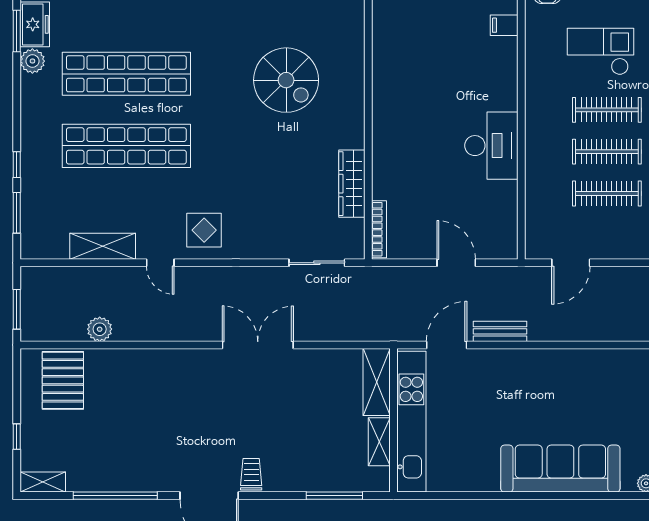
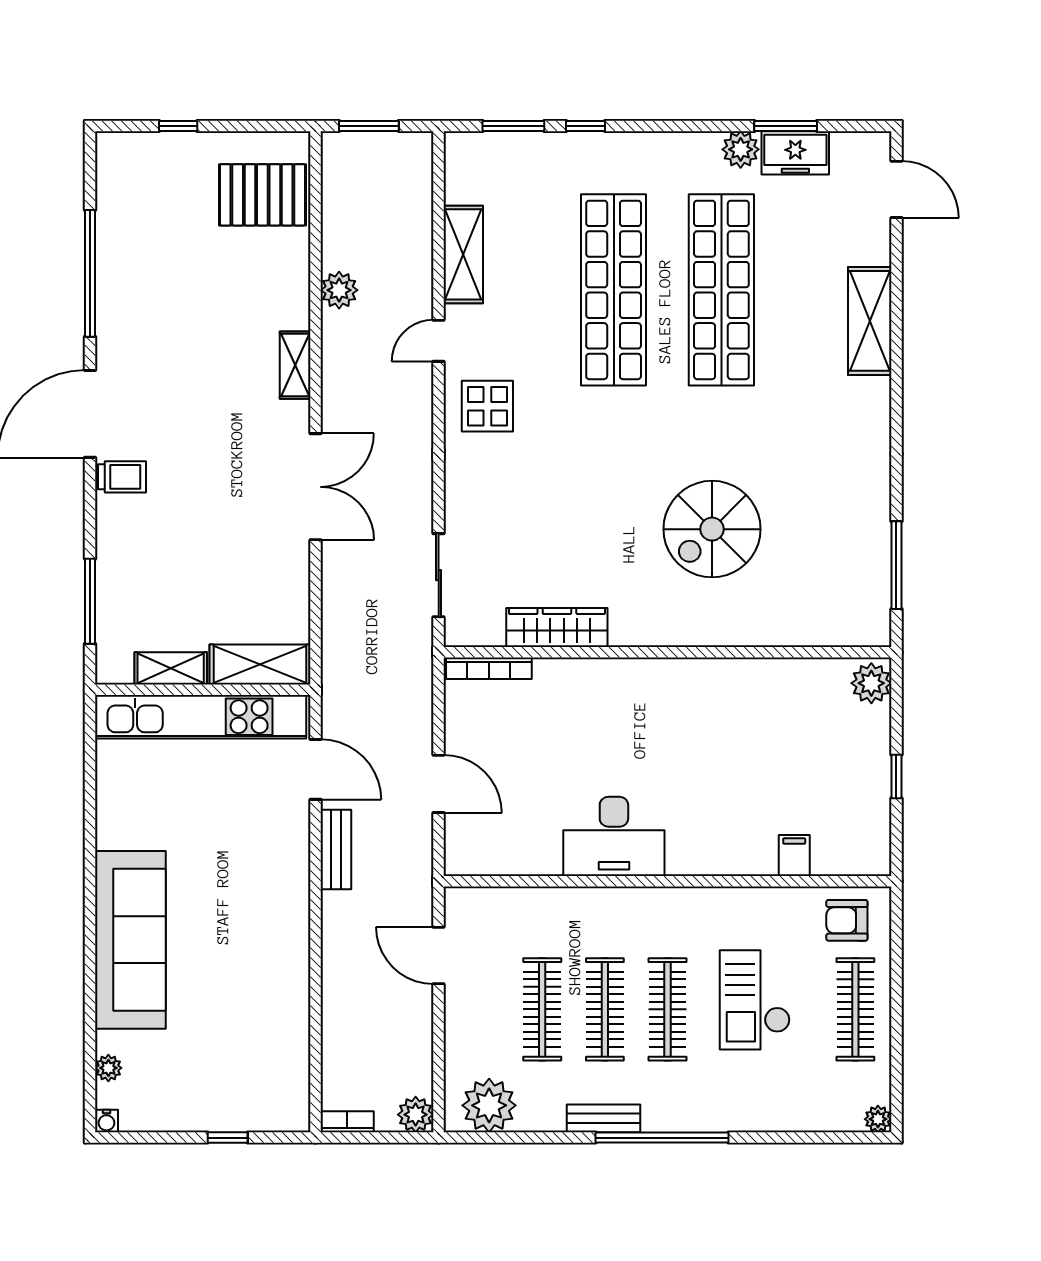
checkout: (601, 51) -> (755, 1000), turned 180
door: (456, 263) -> (439, 784), hinge flipped
plant: (100, 329) -> (339, 290), moved
shelving: (43, 482) -> (295, 365), moved

